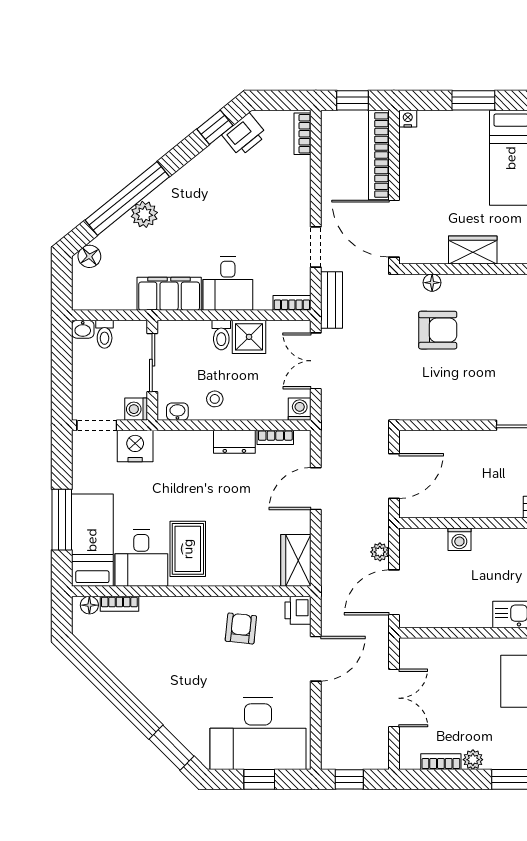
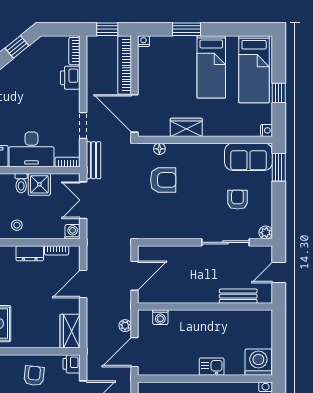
printer: (244, 135) -> (70, 78), moved, turned 129
desk: (228, 284) -> (31, 149), width x1.37
washing machine: (459, 539) -> (160, 317), moved

